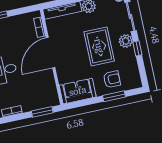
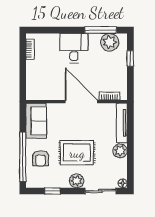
window: (137, 48) -> (52, 191), moved
window: (114, 96) -> (23, 157), width x2.11
window: (42, 112) -> (23, 80), removed

